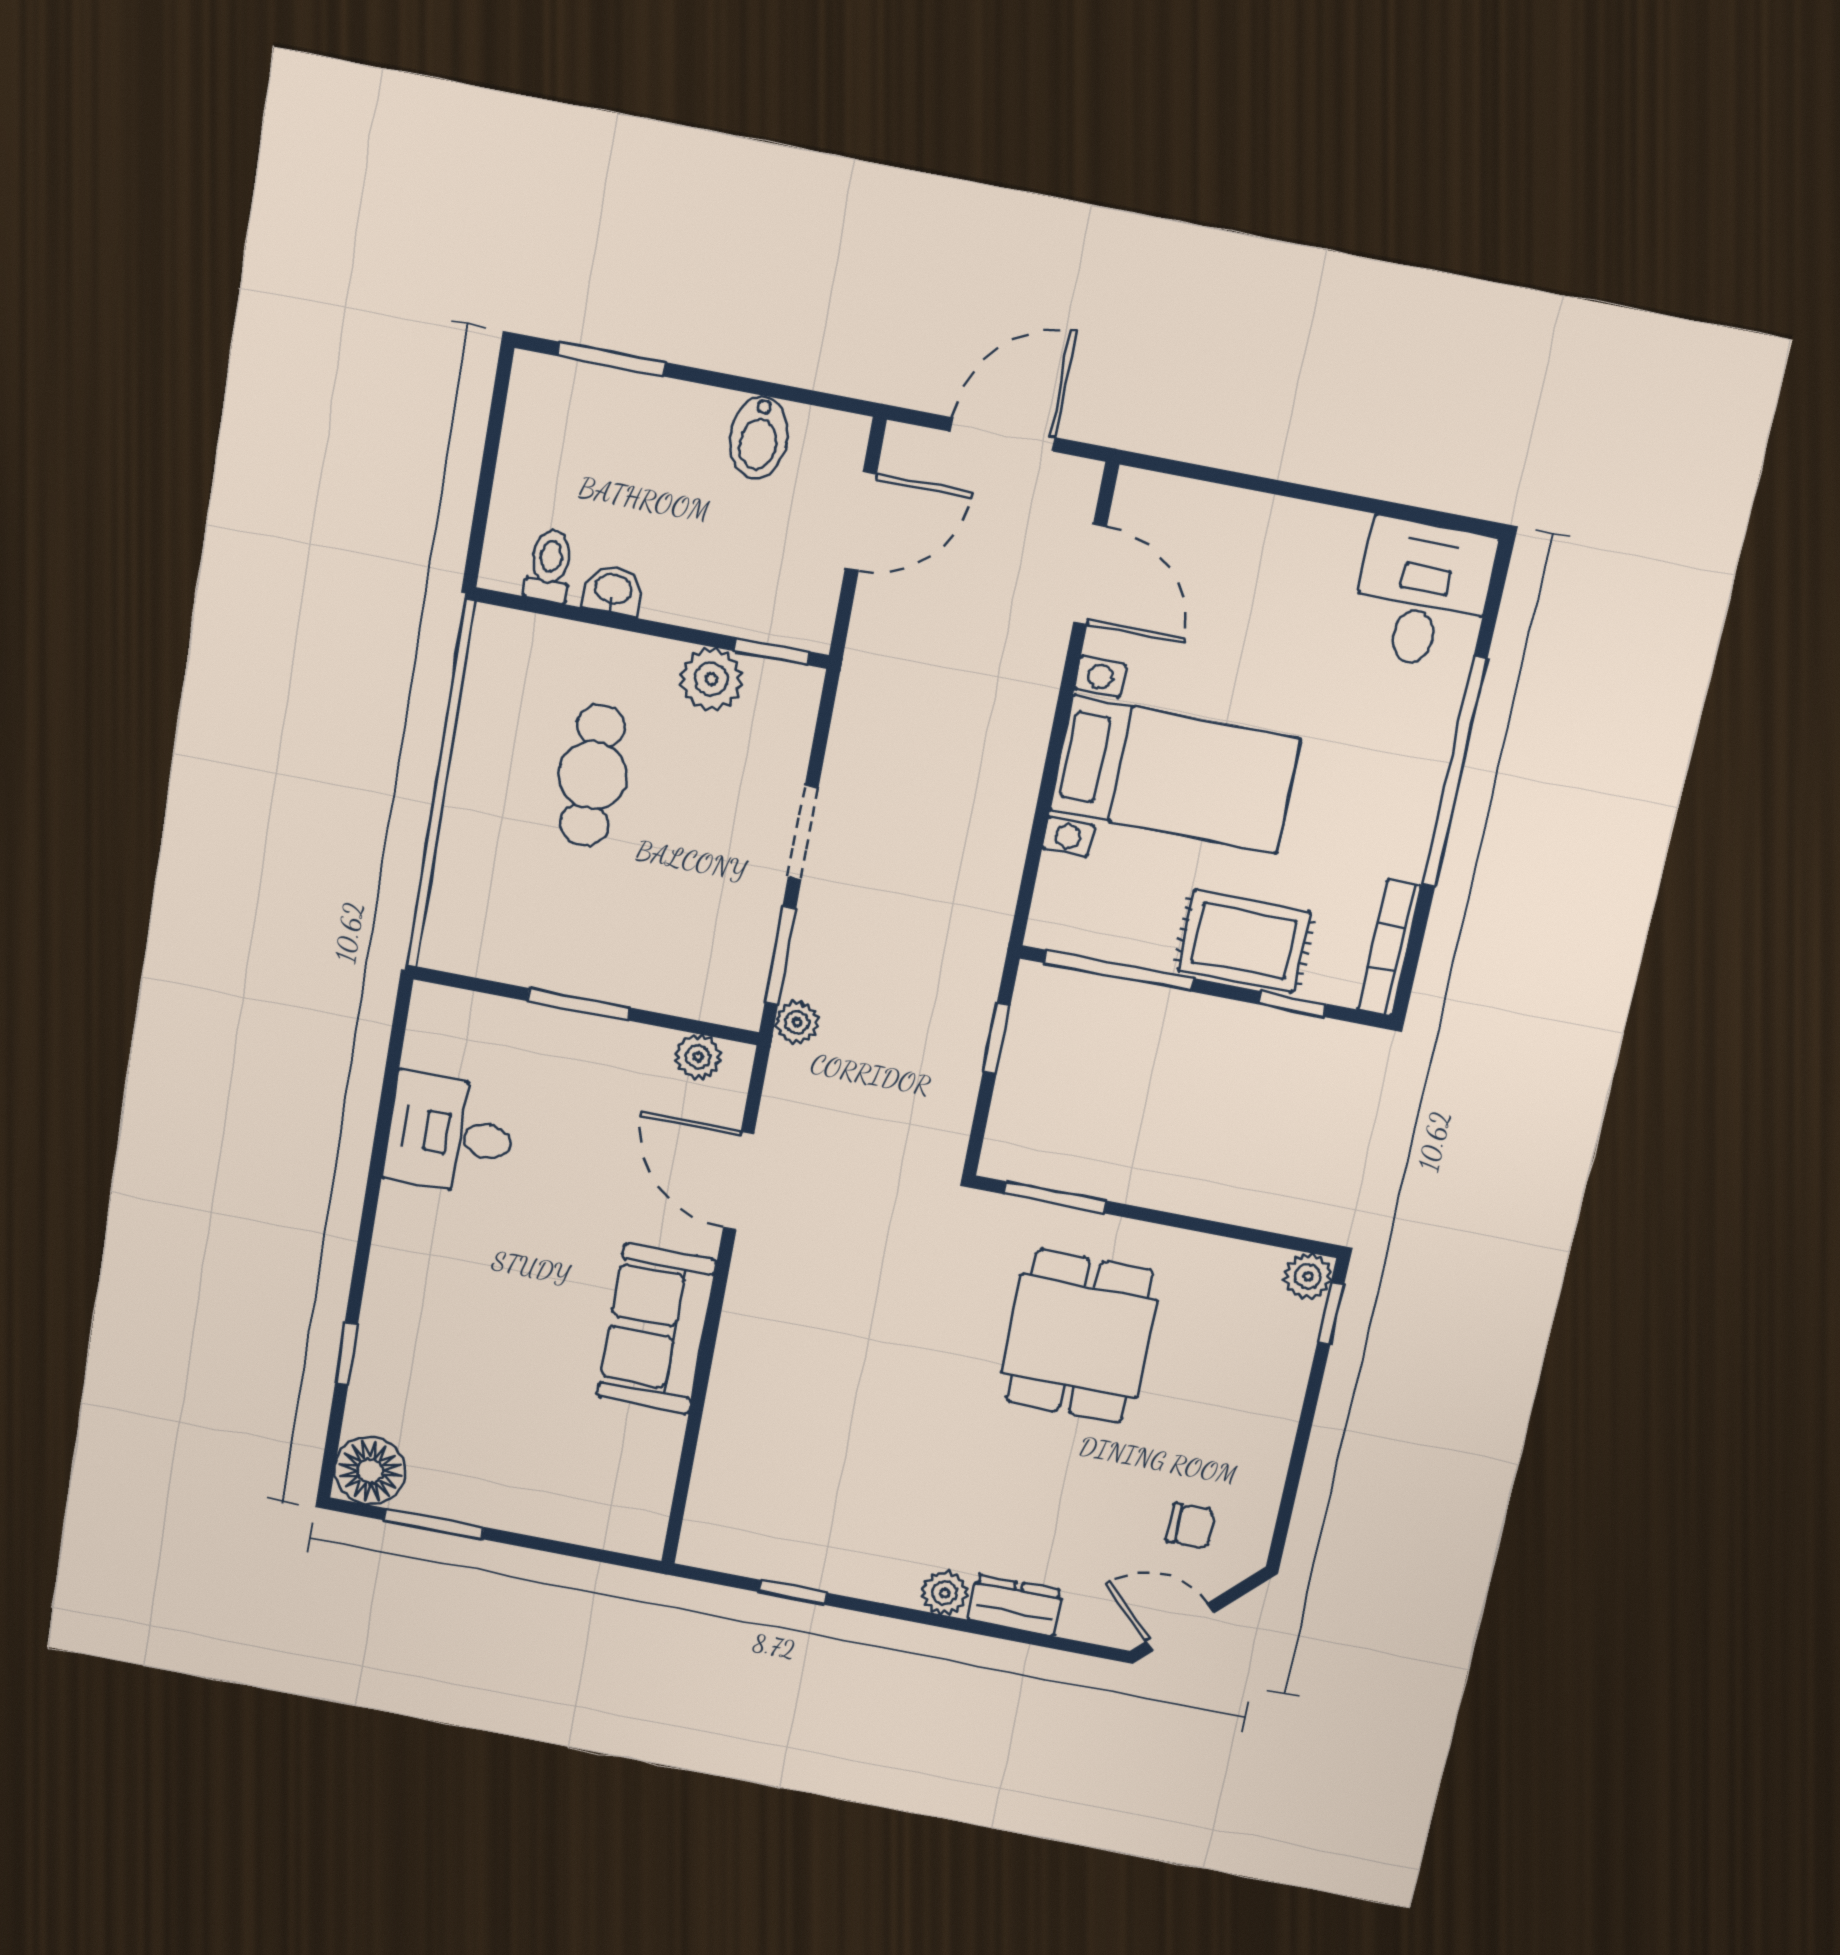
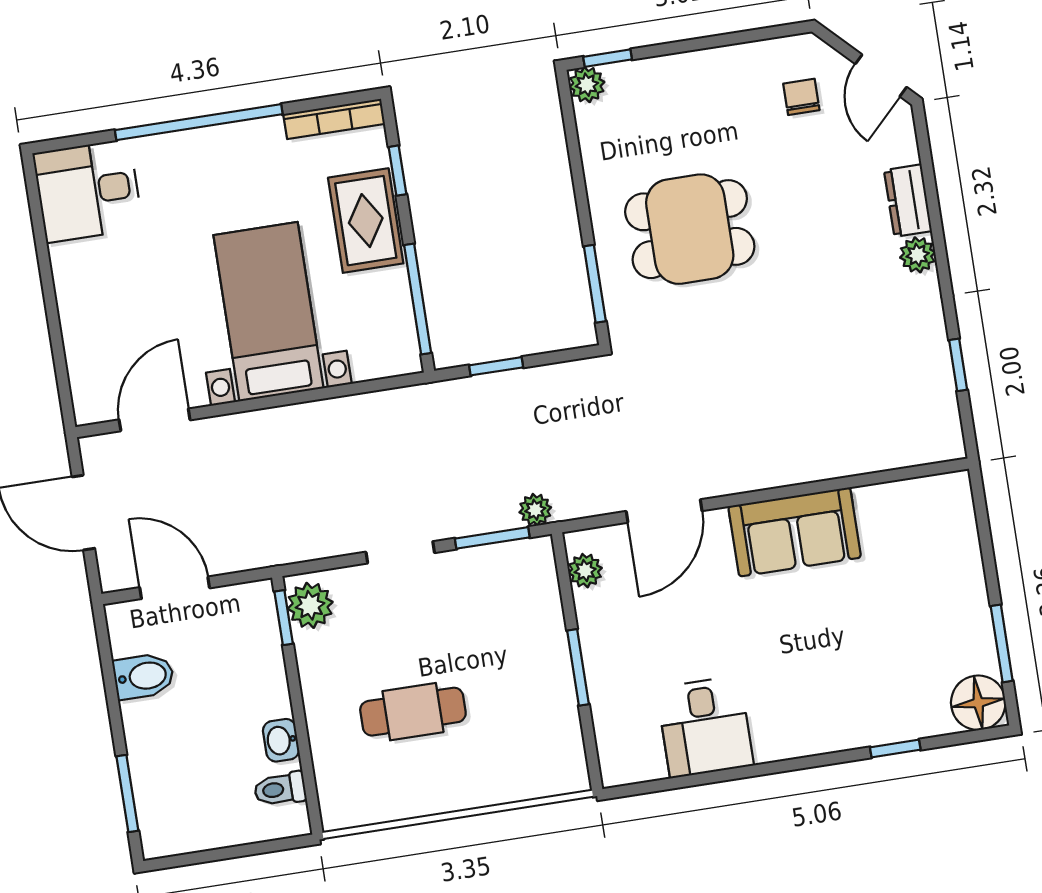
plant: (711, 679) -> (310, 605), moved

